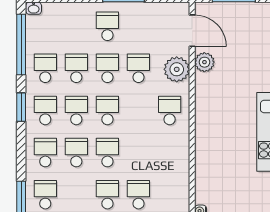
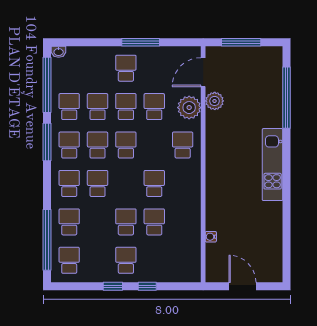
door: (192, 31) -> (203, 72), swing flipped
window: (21, 107) -> (47, 142), width x1.44
school desk: (107, 153) -> (154, 183), moved

